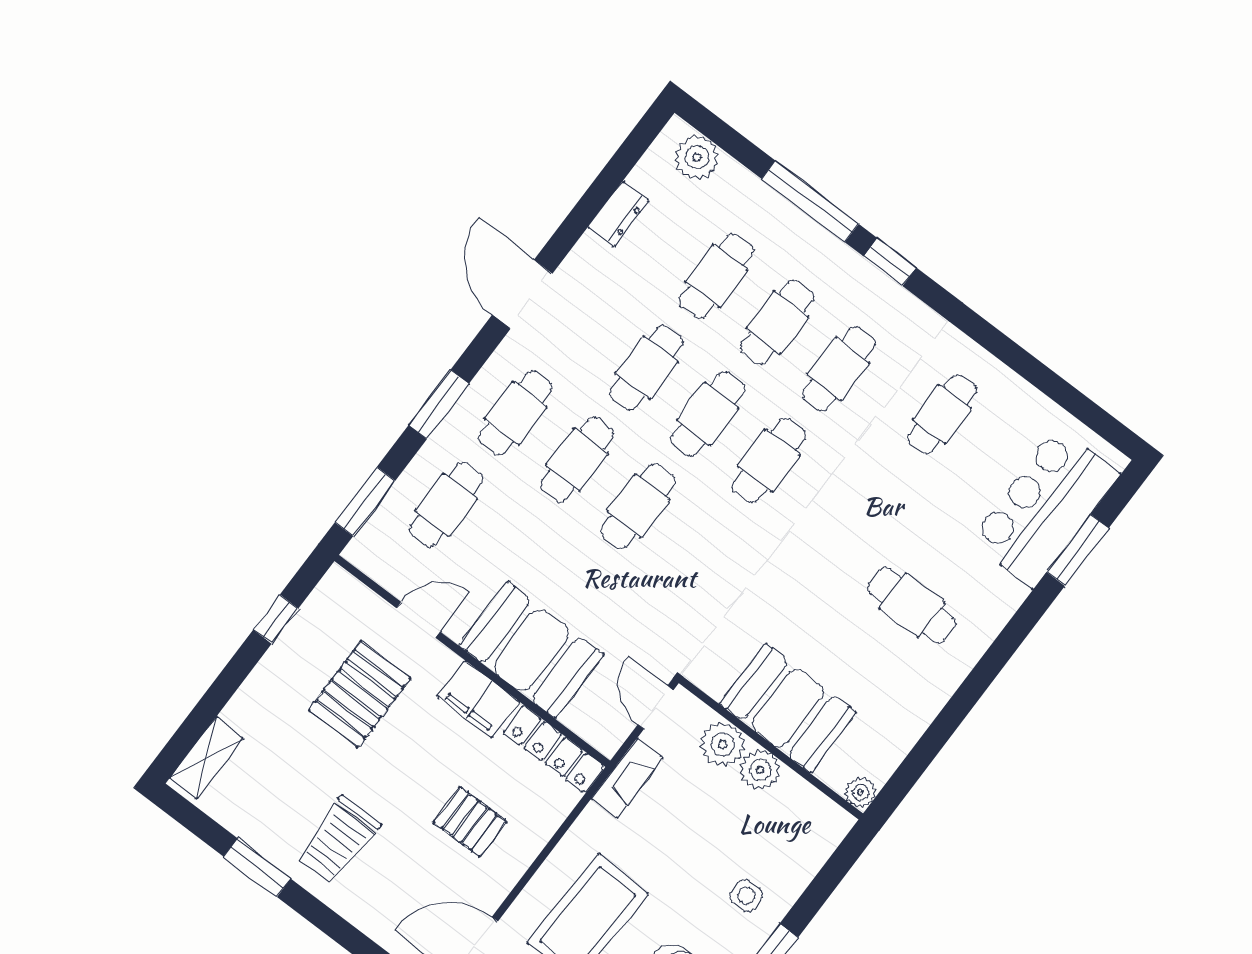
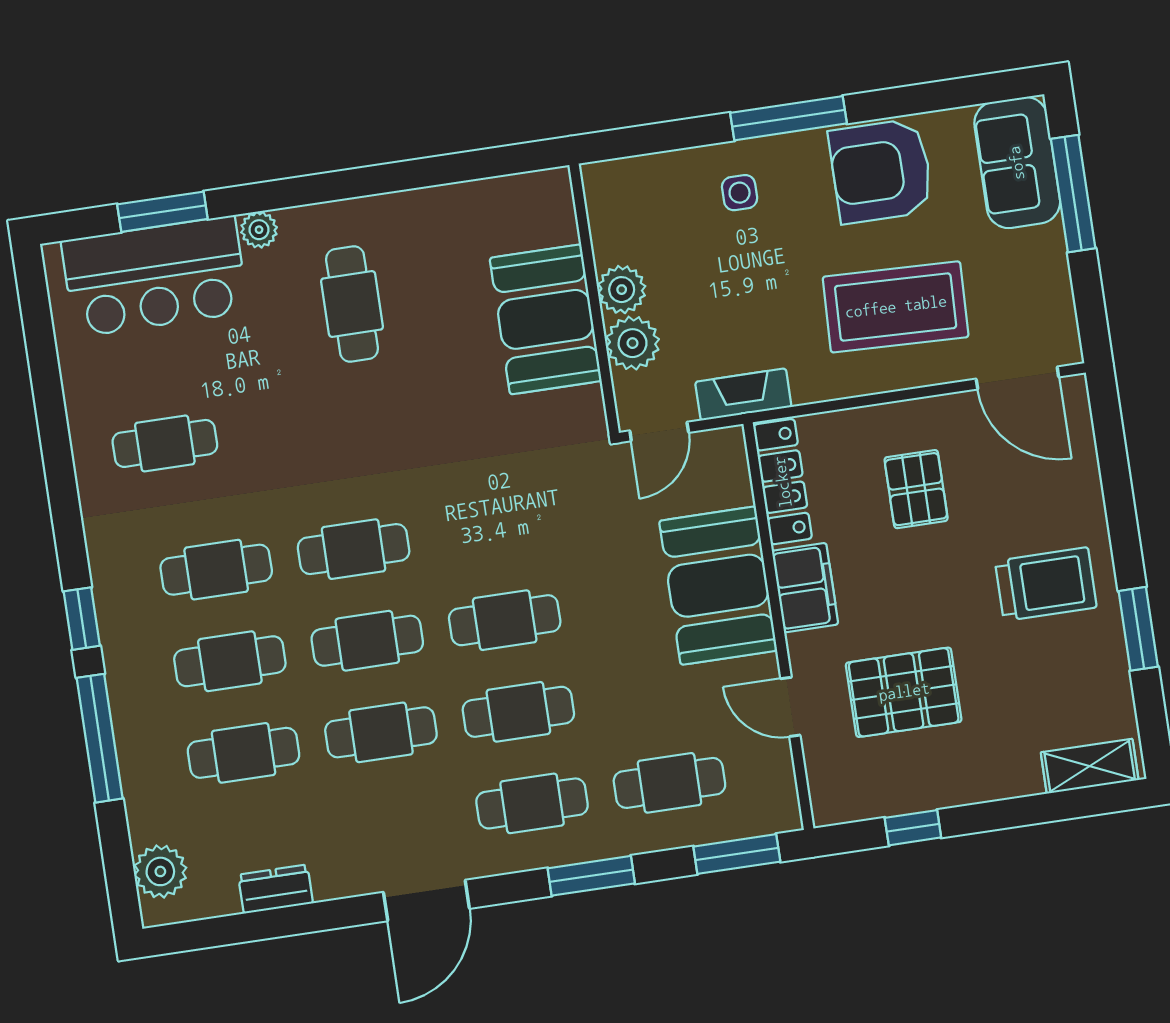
plant: (860, 792) -> (259, 230), moved

